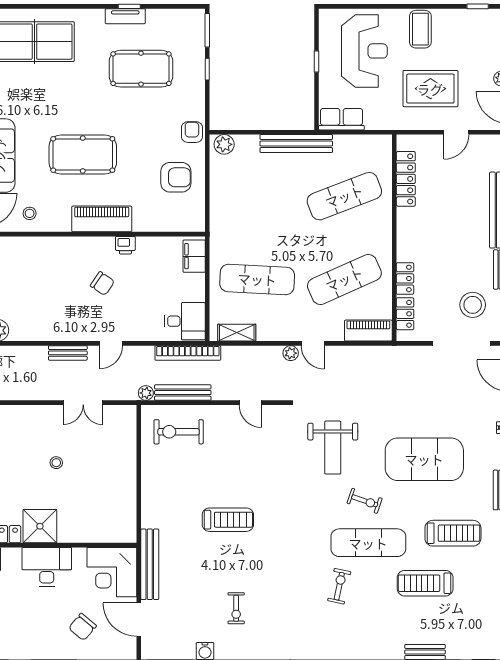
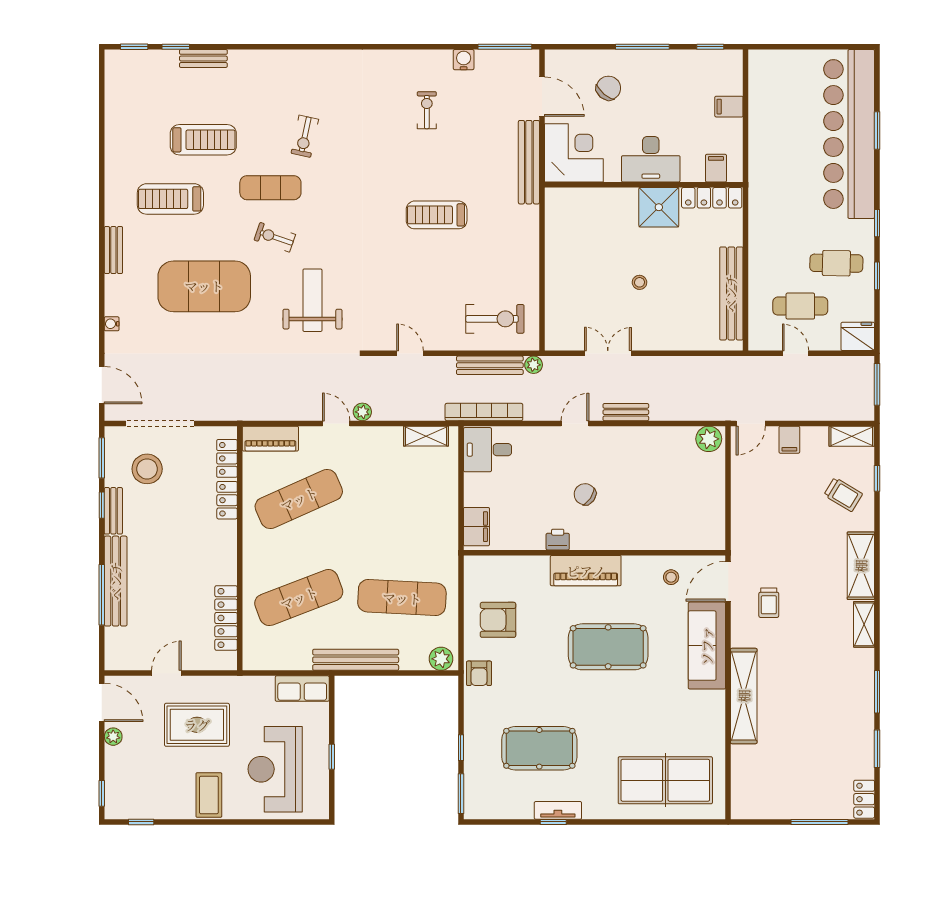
exercise mat: (257, 279) -> (402, 598), moved
exercise mat: (368, 543) -> (270, 188), width x0.73, depth x0.69

